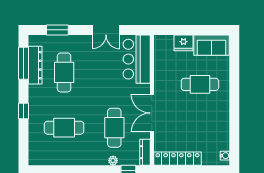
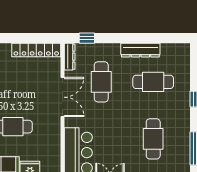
dresser: (35, 65) -> (140, 50), moved, turned -90
plant: (113, 161) -> (103, 48), removed

